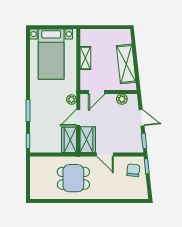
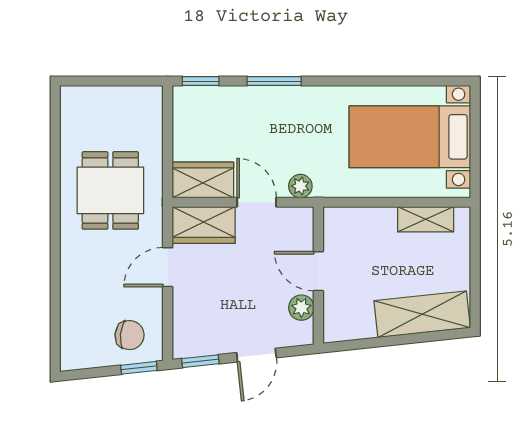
shelving: (85, 58) -> (426, 219), moved
shelving: (126, 64) -> (422, 314), moved
door: (97, 92) -> (318, 271), moved

